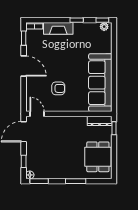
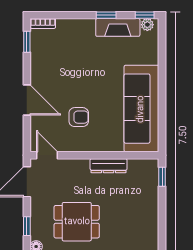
fireplace: (58, 28) -> (118, 27), moved
door: (24, 66) -> (27, 100), moved
dresser: (100, 121) -> (109, 166), moved
dining table: (98, 157) -> (77, 222), moved, turned 90

